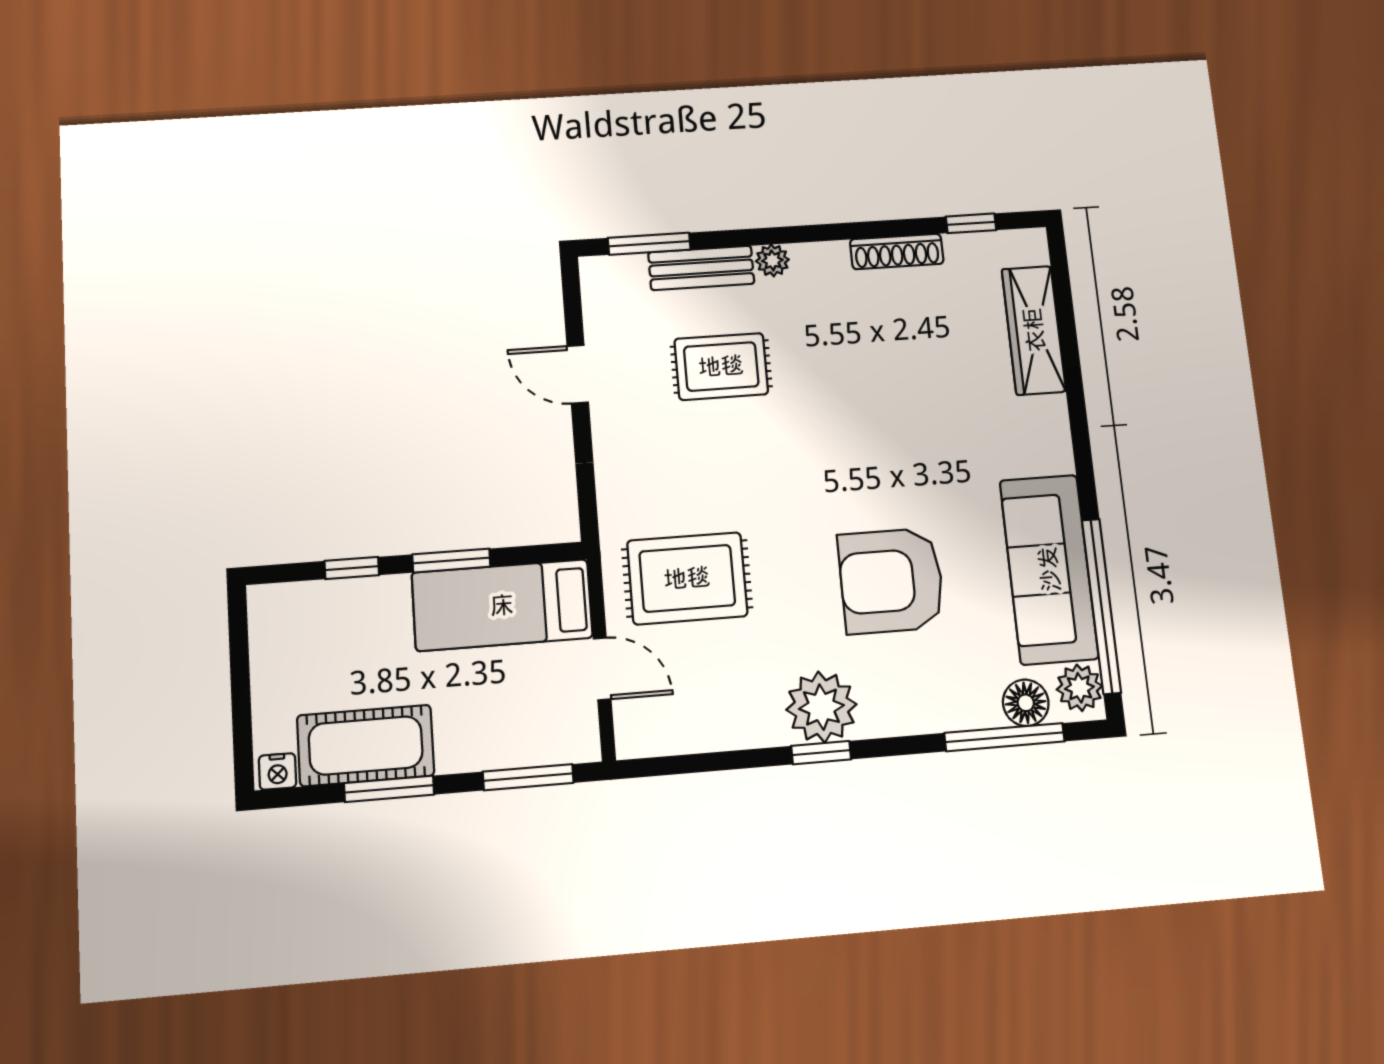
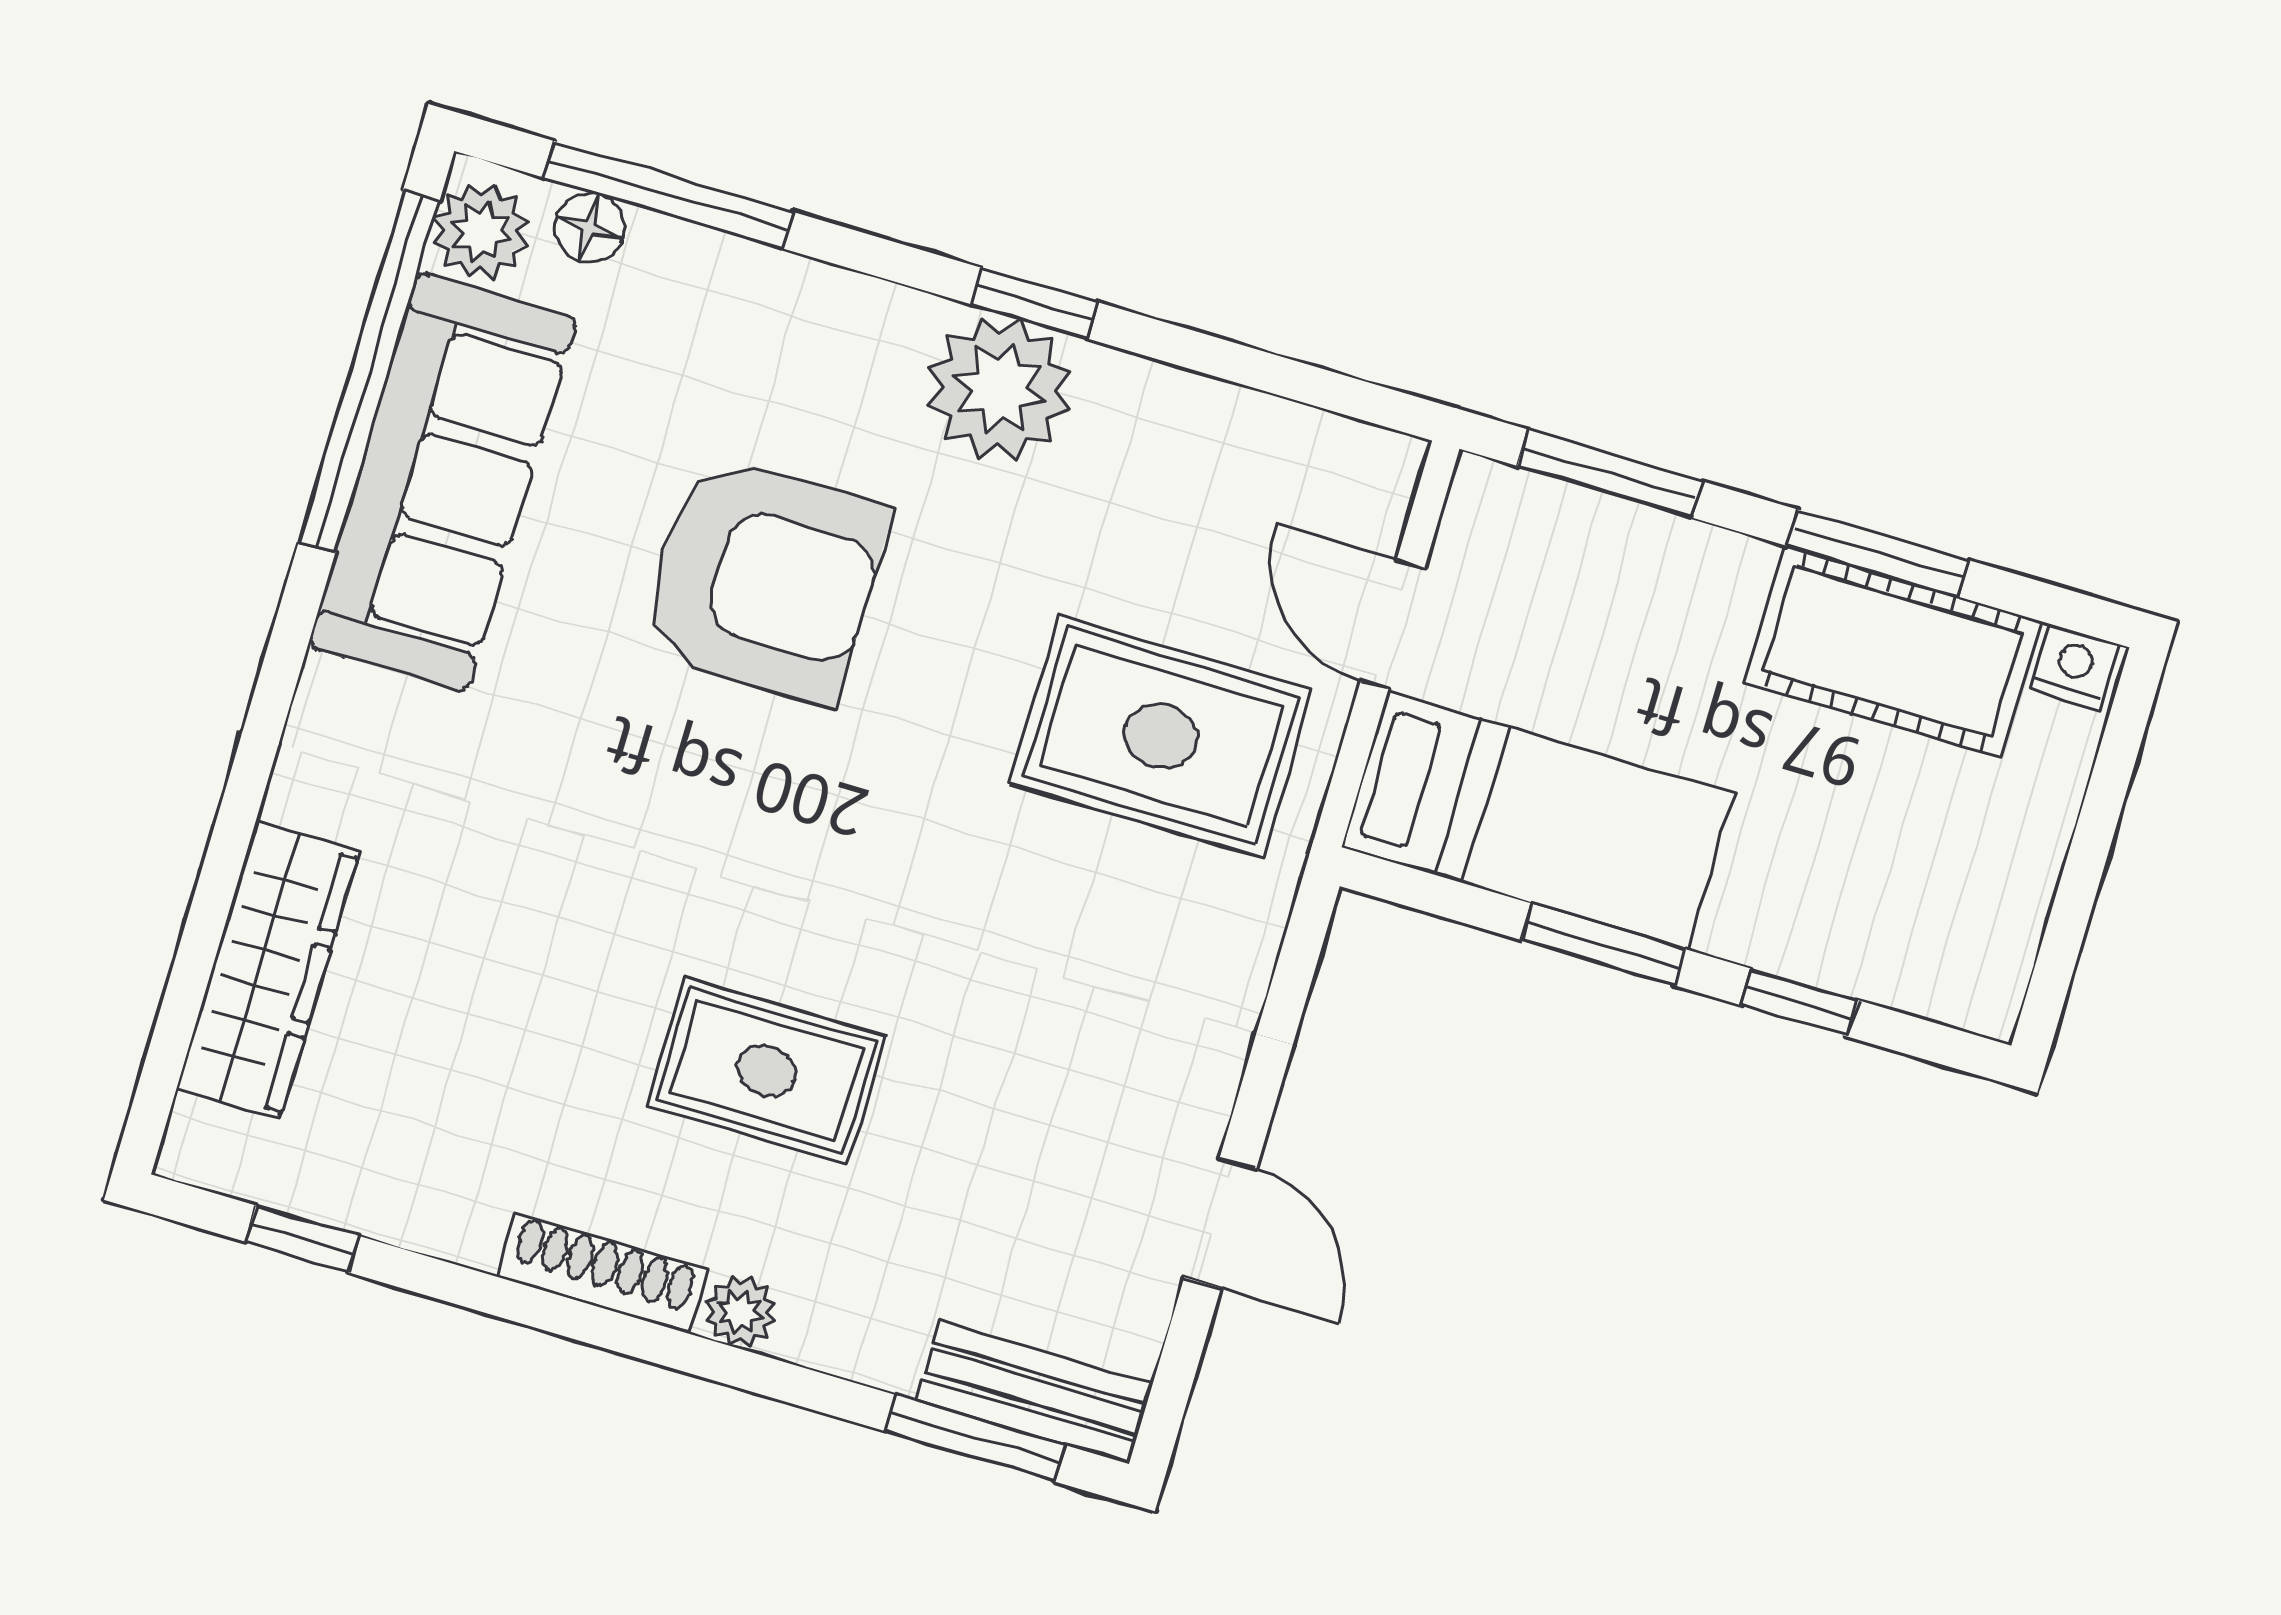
shoe rack: (897, 252) -> (603, 1273), moved
bench: (701, 268) -> (1035, 1392), moved
rug: (721, 366) -> (766, 1071), moved
floor lamp: (1026, 703) -> (590, 228), width x0.73, depth x0.73

